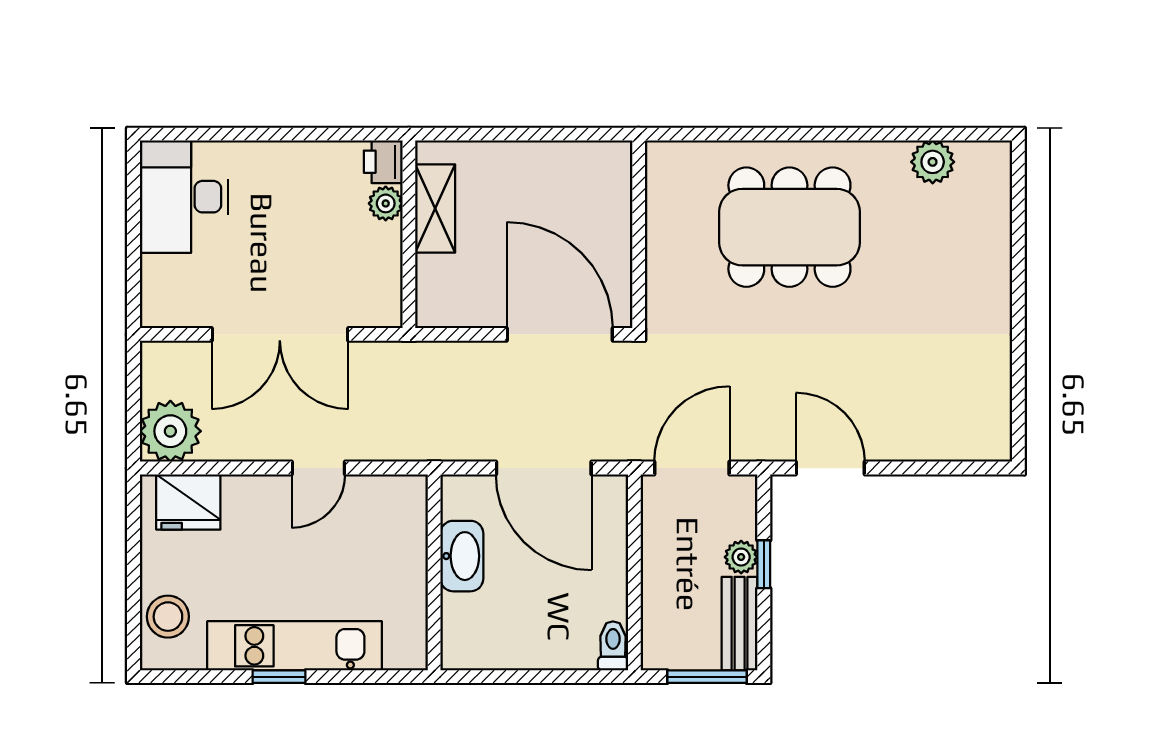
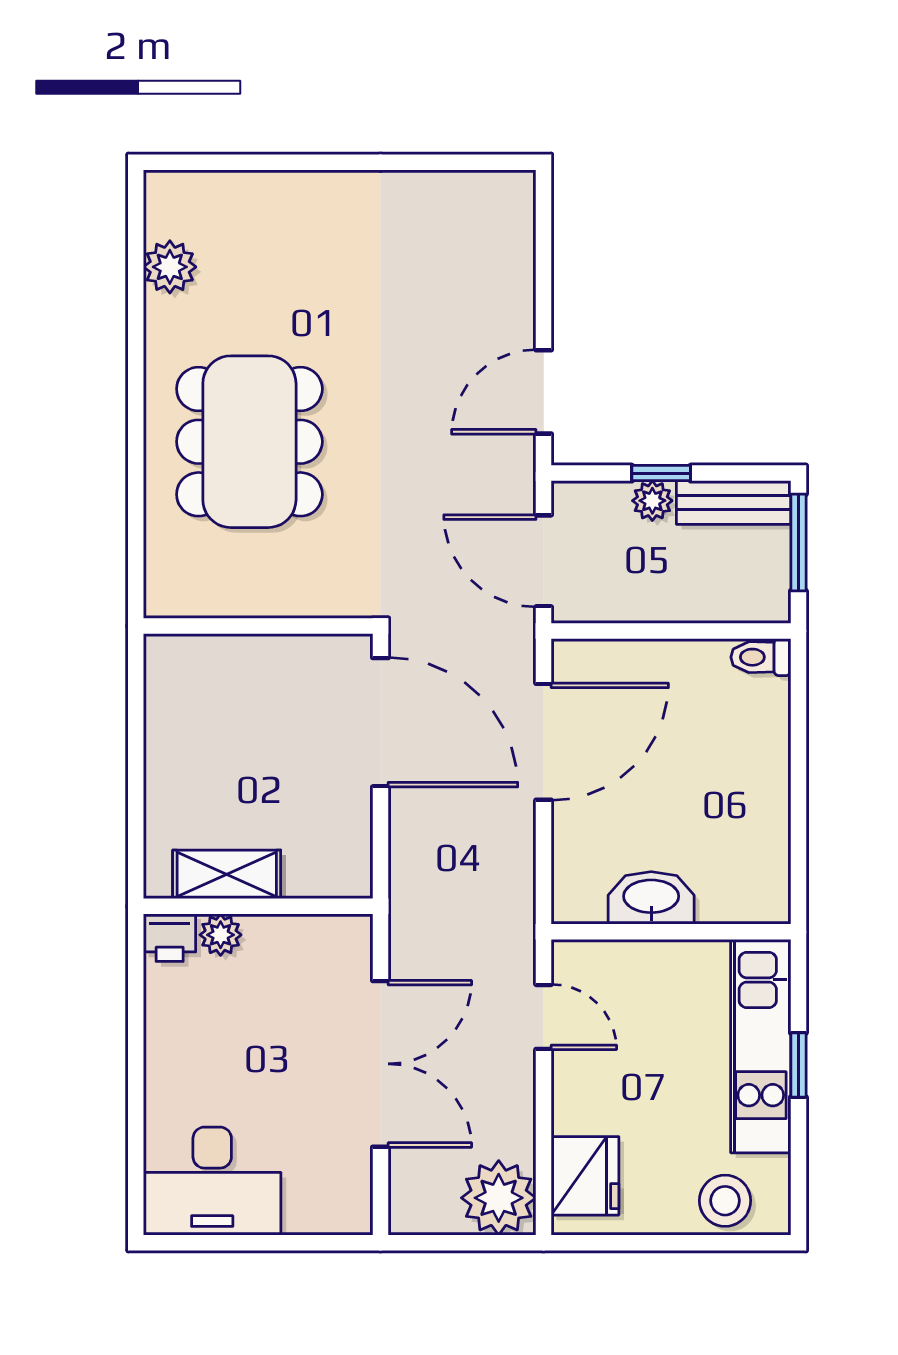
door: (560, 334) -> (380, 722), swing flipped
washbasin: (462, 556) -> (651, 898), moved
wall: (434, 572) -> (671, 932), moved

